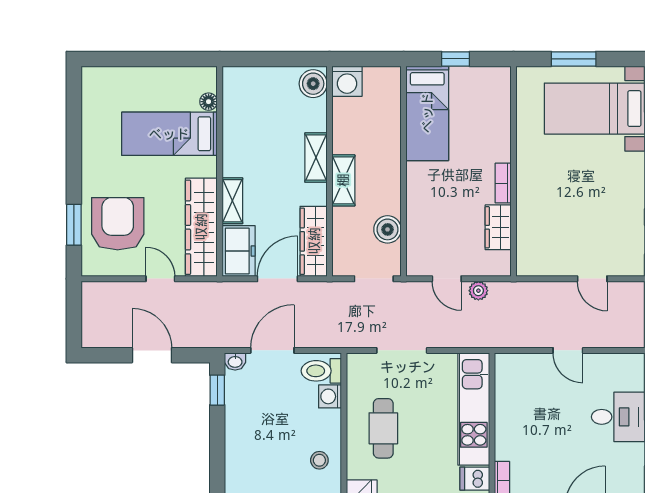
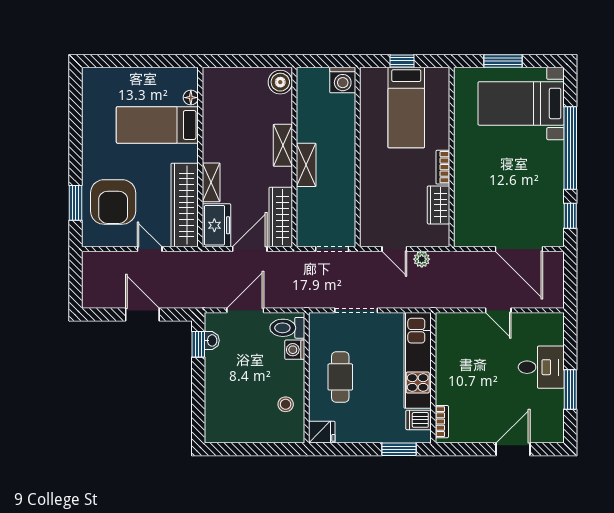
washing machine: (347, 81) -> (343, 80), moved
bed: (427, 113) -> (406, 108), moved
armchair: (118, 224) -> (113, 202), turned 180
boiler: (388, 229) -> (344, 207), removed
door: (592, 279) -> (519, 249), width x1.88
washbasin: (235, 361) -> (212, 340), moved, turned -90

